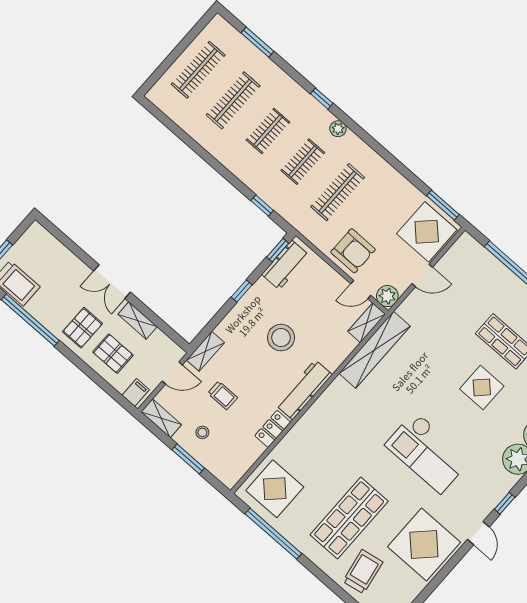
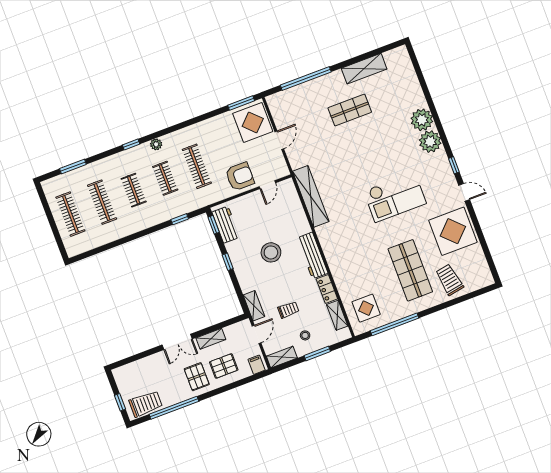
plant: (387, 296) -> (281, 170), removed
shelving: (367, 323) -> (337, 315), moved
display table: (482, 387) -> (372, 140), removed
display table: (275, 489) -> (366, 308), width x0.73, depth x0.73

